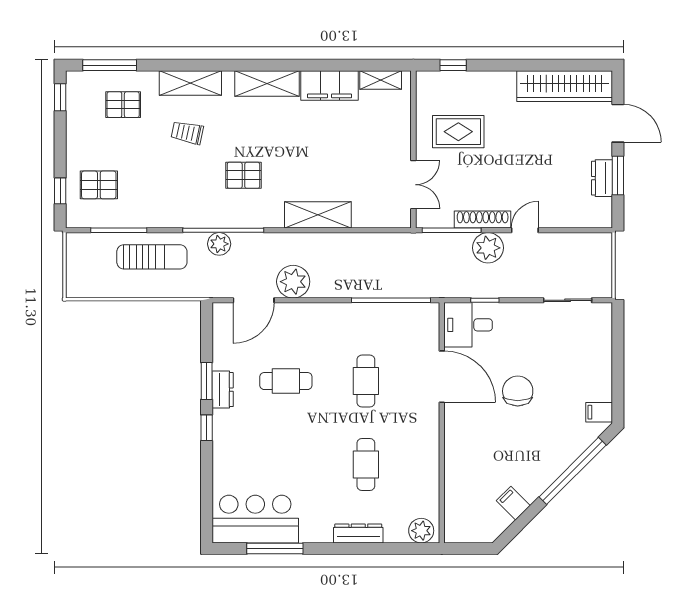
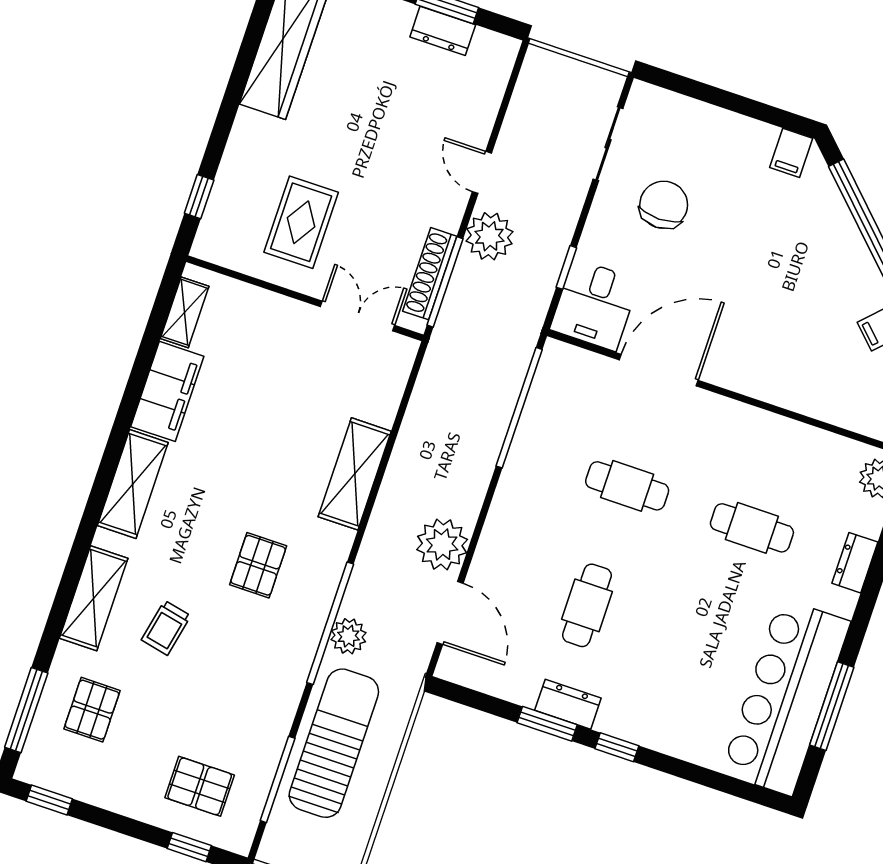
pallet: (99, 185) -> (200, 786), turned 90
shoe rack: (483, 219) -> (430, 274), moved
sun lounger: (152, 257) -> (334, 743), width x1.36, depth x1.34
chair: (518, 391) -> (664, 205), moved, turned 90
bar counter: (255, 519) -> (786, 697), width x1.36
dresser: (358, 533) -> (855, 563), width x0.70

